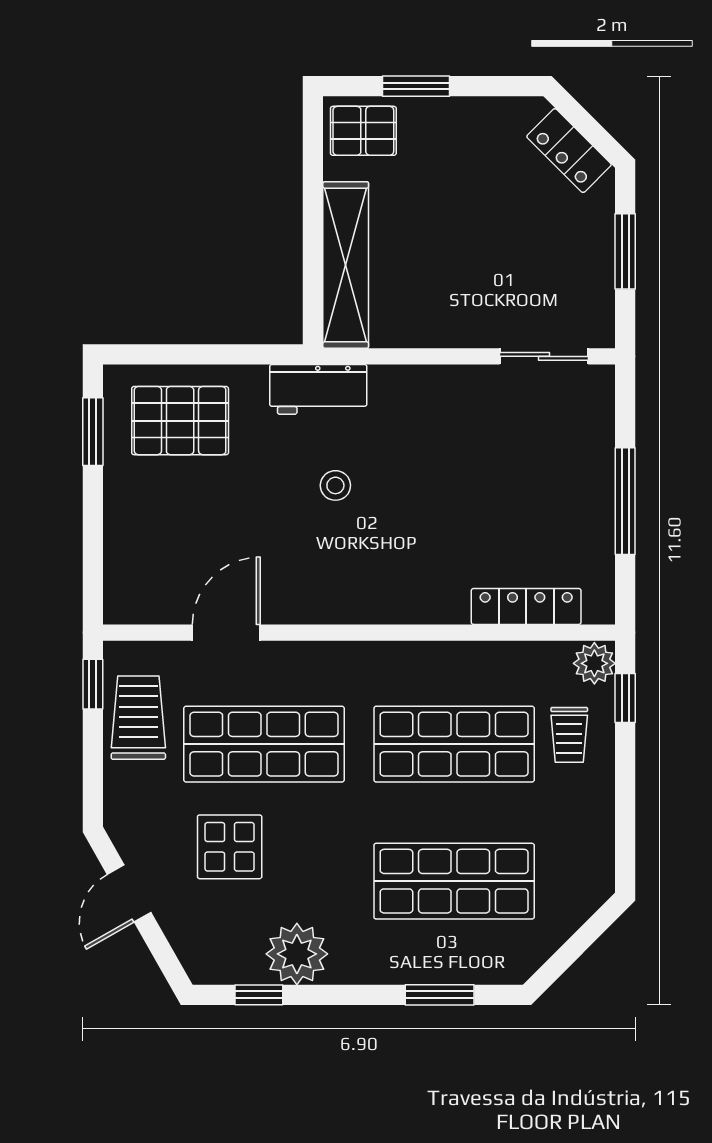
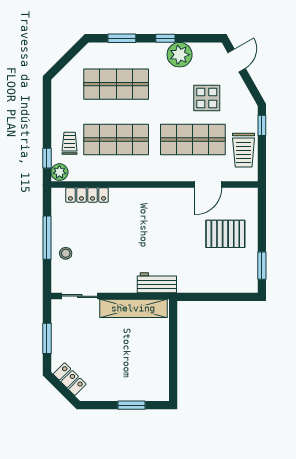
pallet: (363, 131) -> (153, 387), removed
shelving: (346, 265) -> (133, 308), moved, turned 90
workbench: (318, 389) -> (157, 283), moved
pallet: (180, 421) -> (225, 234), moved
stool: (335, 485) -> (66, 253), moved
window: (93, 684) -> (262, 125), moved
door: (129, 893) -> (237, 60), moved
window: (259, 995) -> (165, 38), moved

